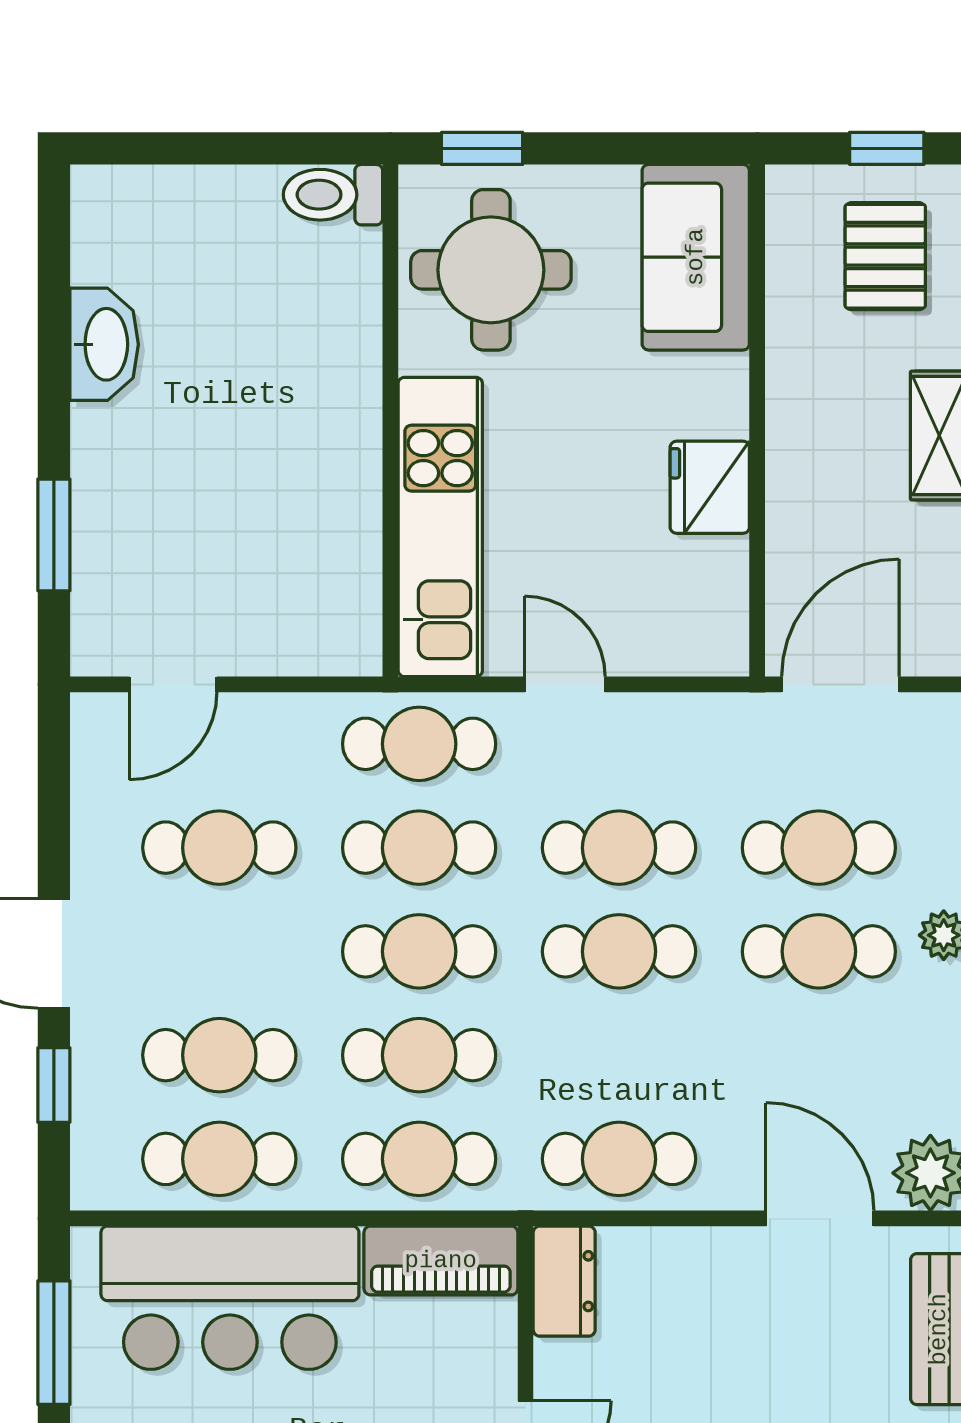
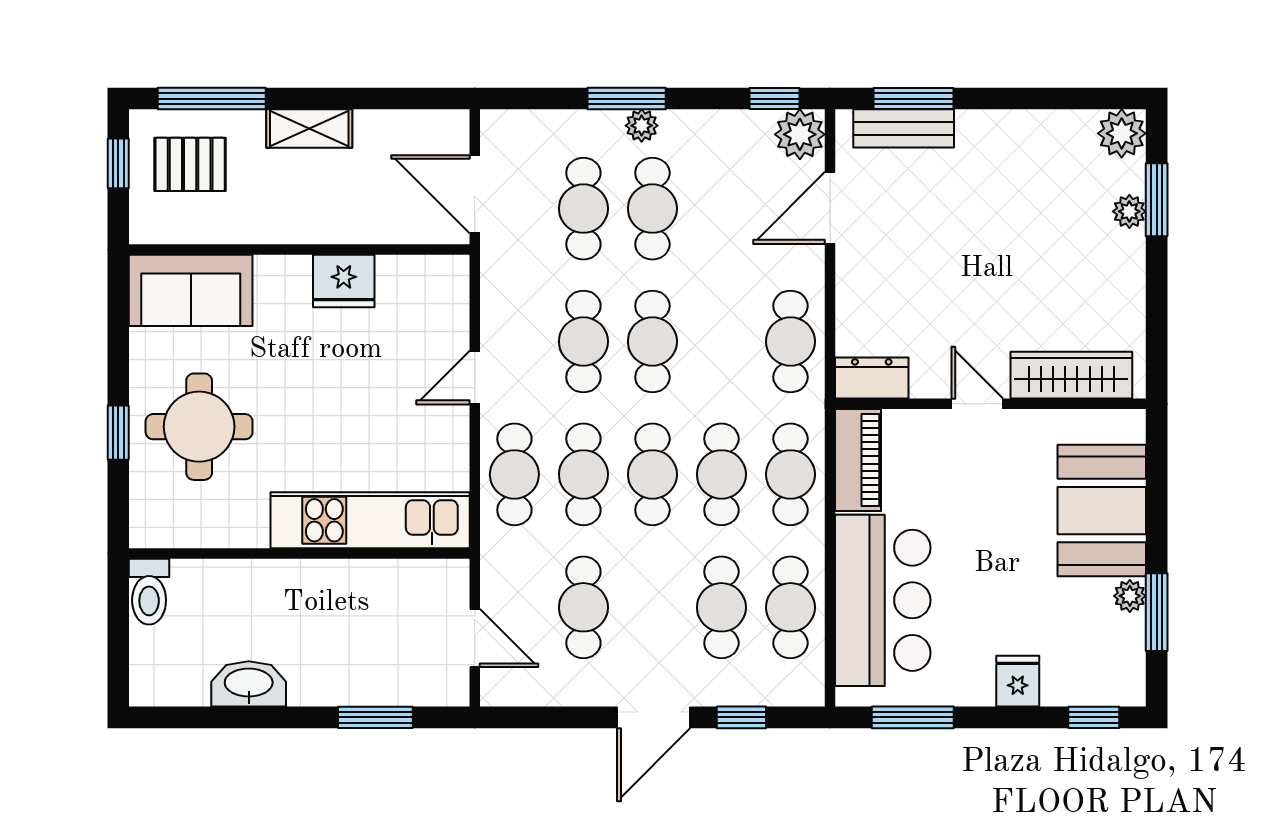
toilet: (333, 195) -> (149, 592), moved
wall: (390, 421) -> (299, 553), moved
kitchen unit: (440, 527) -> (370, 520), moved

